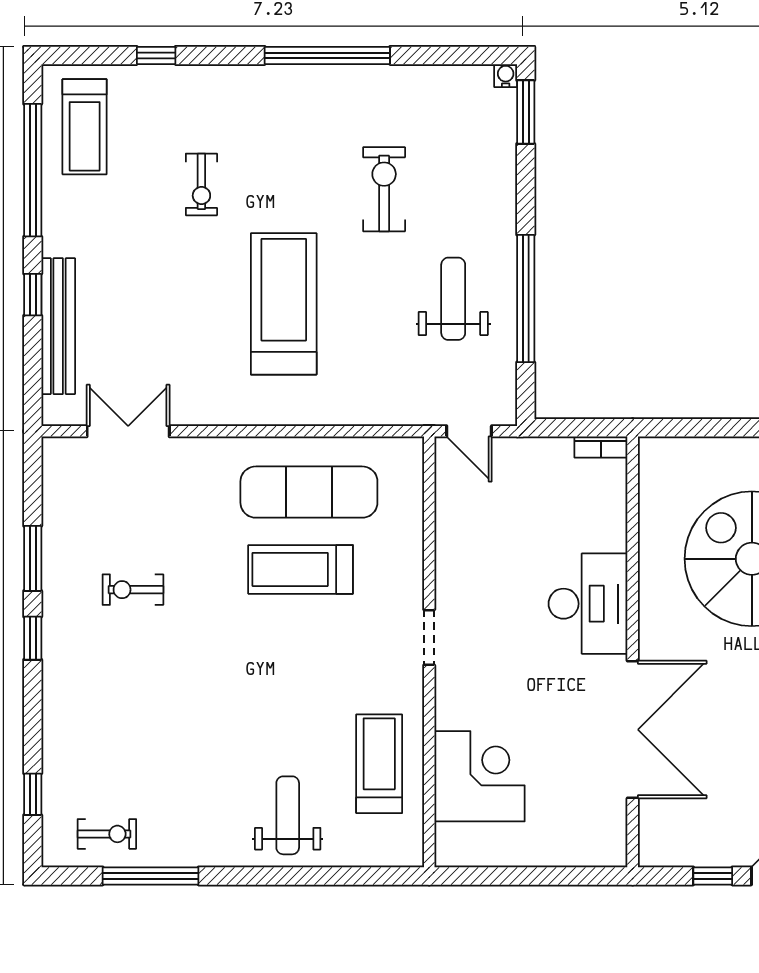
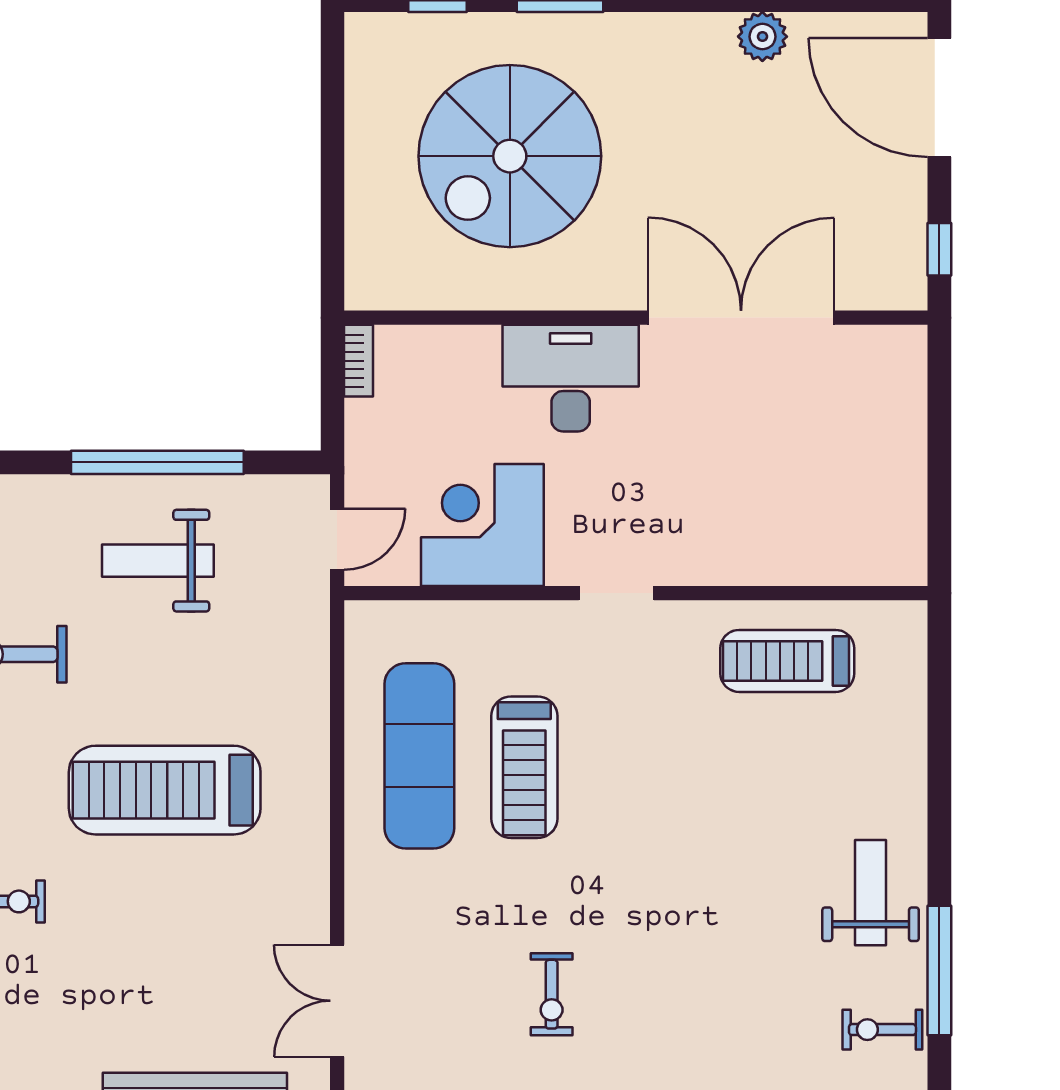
corner desk: (480, 776) -> (482, 525), moved
weight bench: (288, 815) -> (871, 893), moved, turned 90
exercise bike: (107, 834) -> (882, 1030), turned -90
window: (713, 876) -> (939, 249), moved

